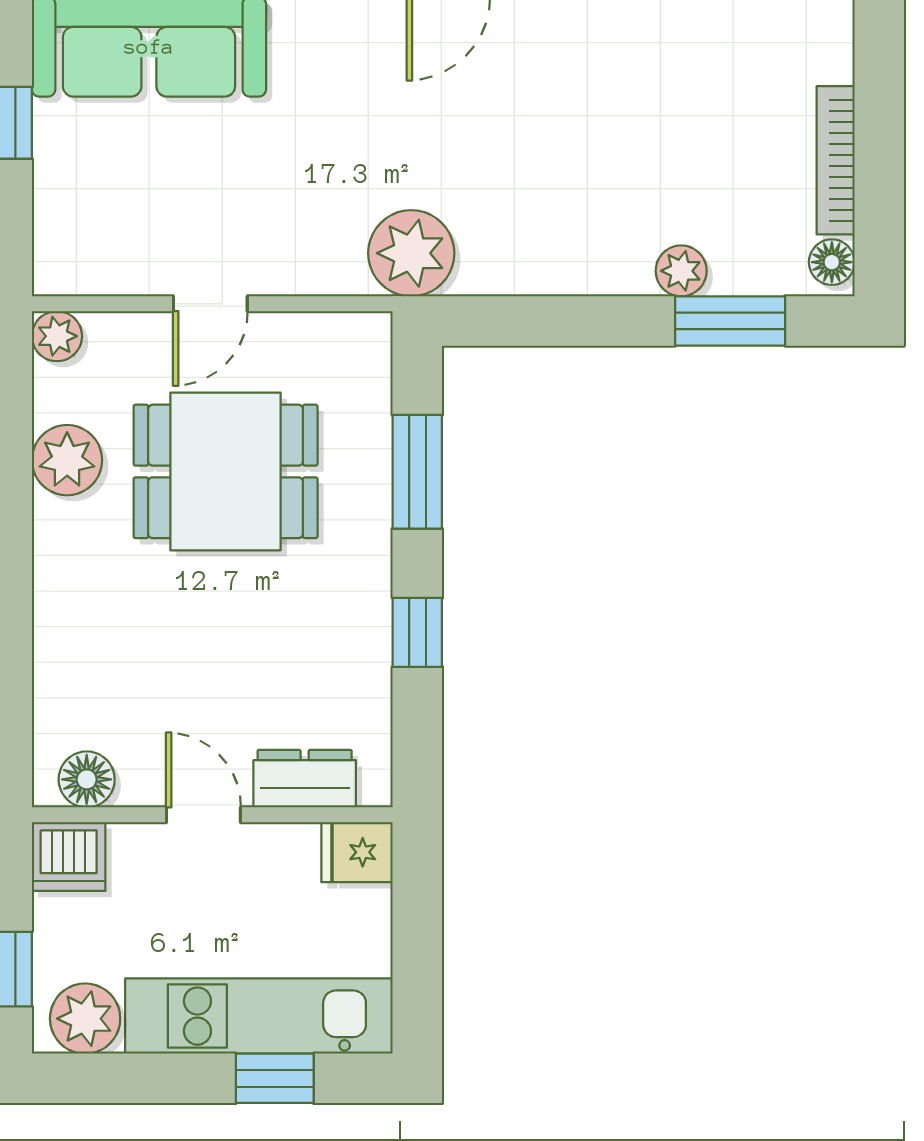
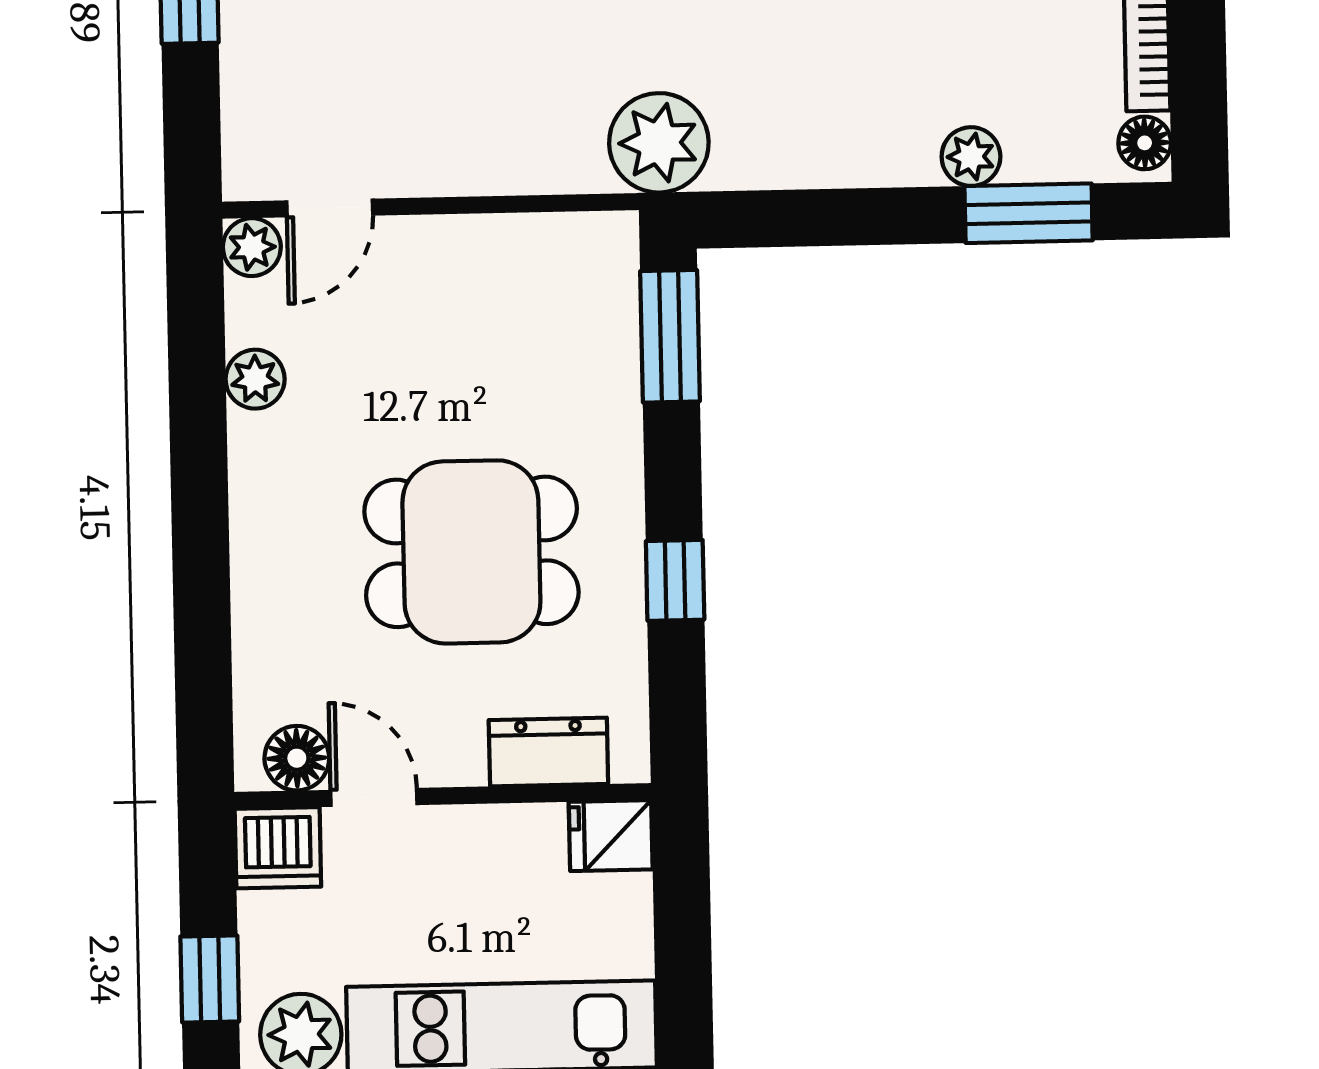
door: (210, 304) -> (330, 208), moved
plant: (67, 460) -> (255, 379), width x0.73, depth x0.73
dining table: (226, 471) -> (471, 552), moved
window: (417, 472) -> (670, 336), moved
door: (203, 815) -> (374, 797), moved

